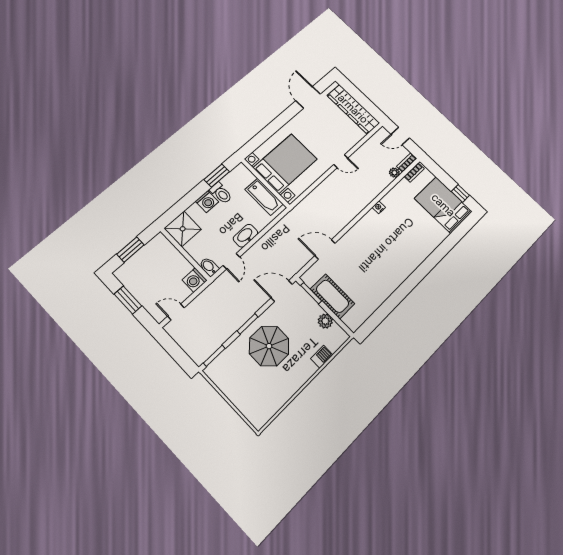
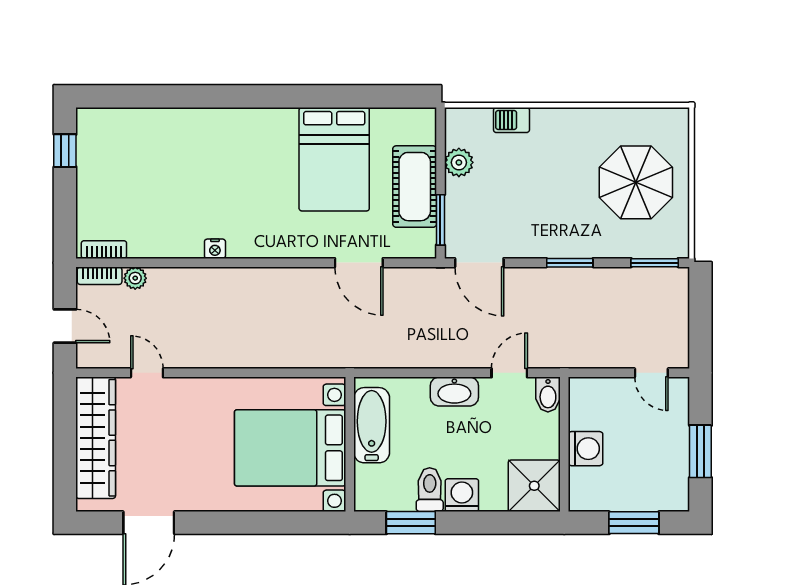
door: (341, 161) -> (147, 373), moved
bed: (443, 205) -> (334, 159), moved
washing machine: (195, 280) -> (586, 449), moved
parasol: (269, 346) -> (636, 182), moved

